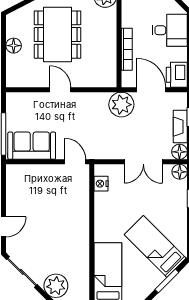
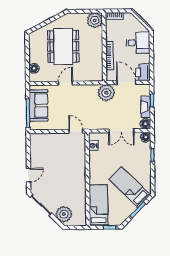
floor lamp: (14, 46) -> (34, 68), moved
door: (60, 90) -> (65, 83), hinge flipped
sofa: (32, 146) -> (39, 106), moved, turned 90

